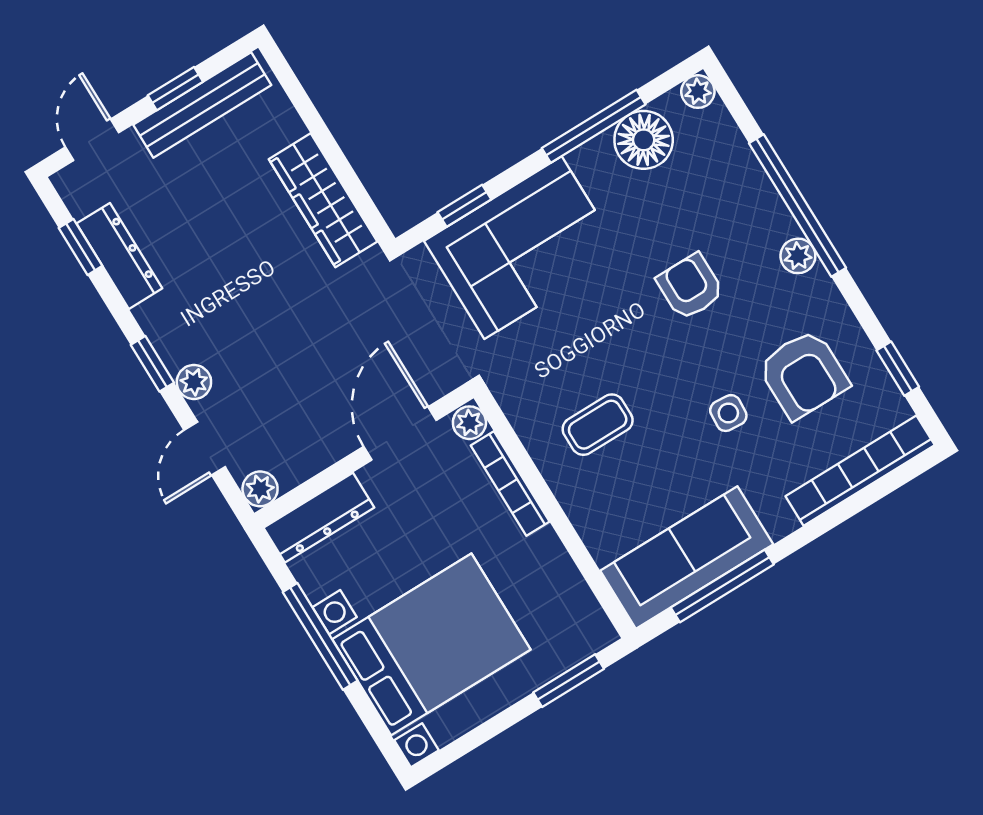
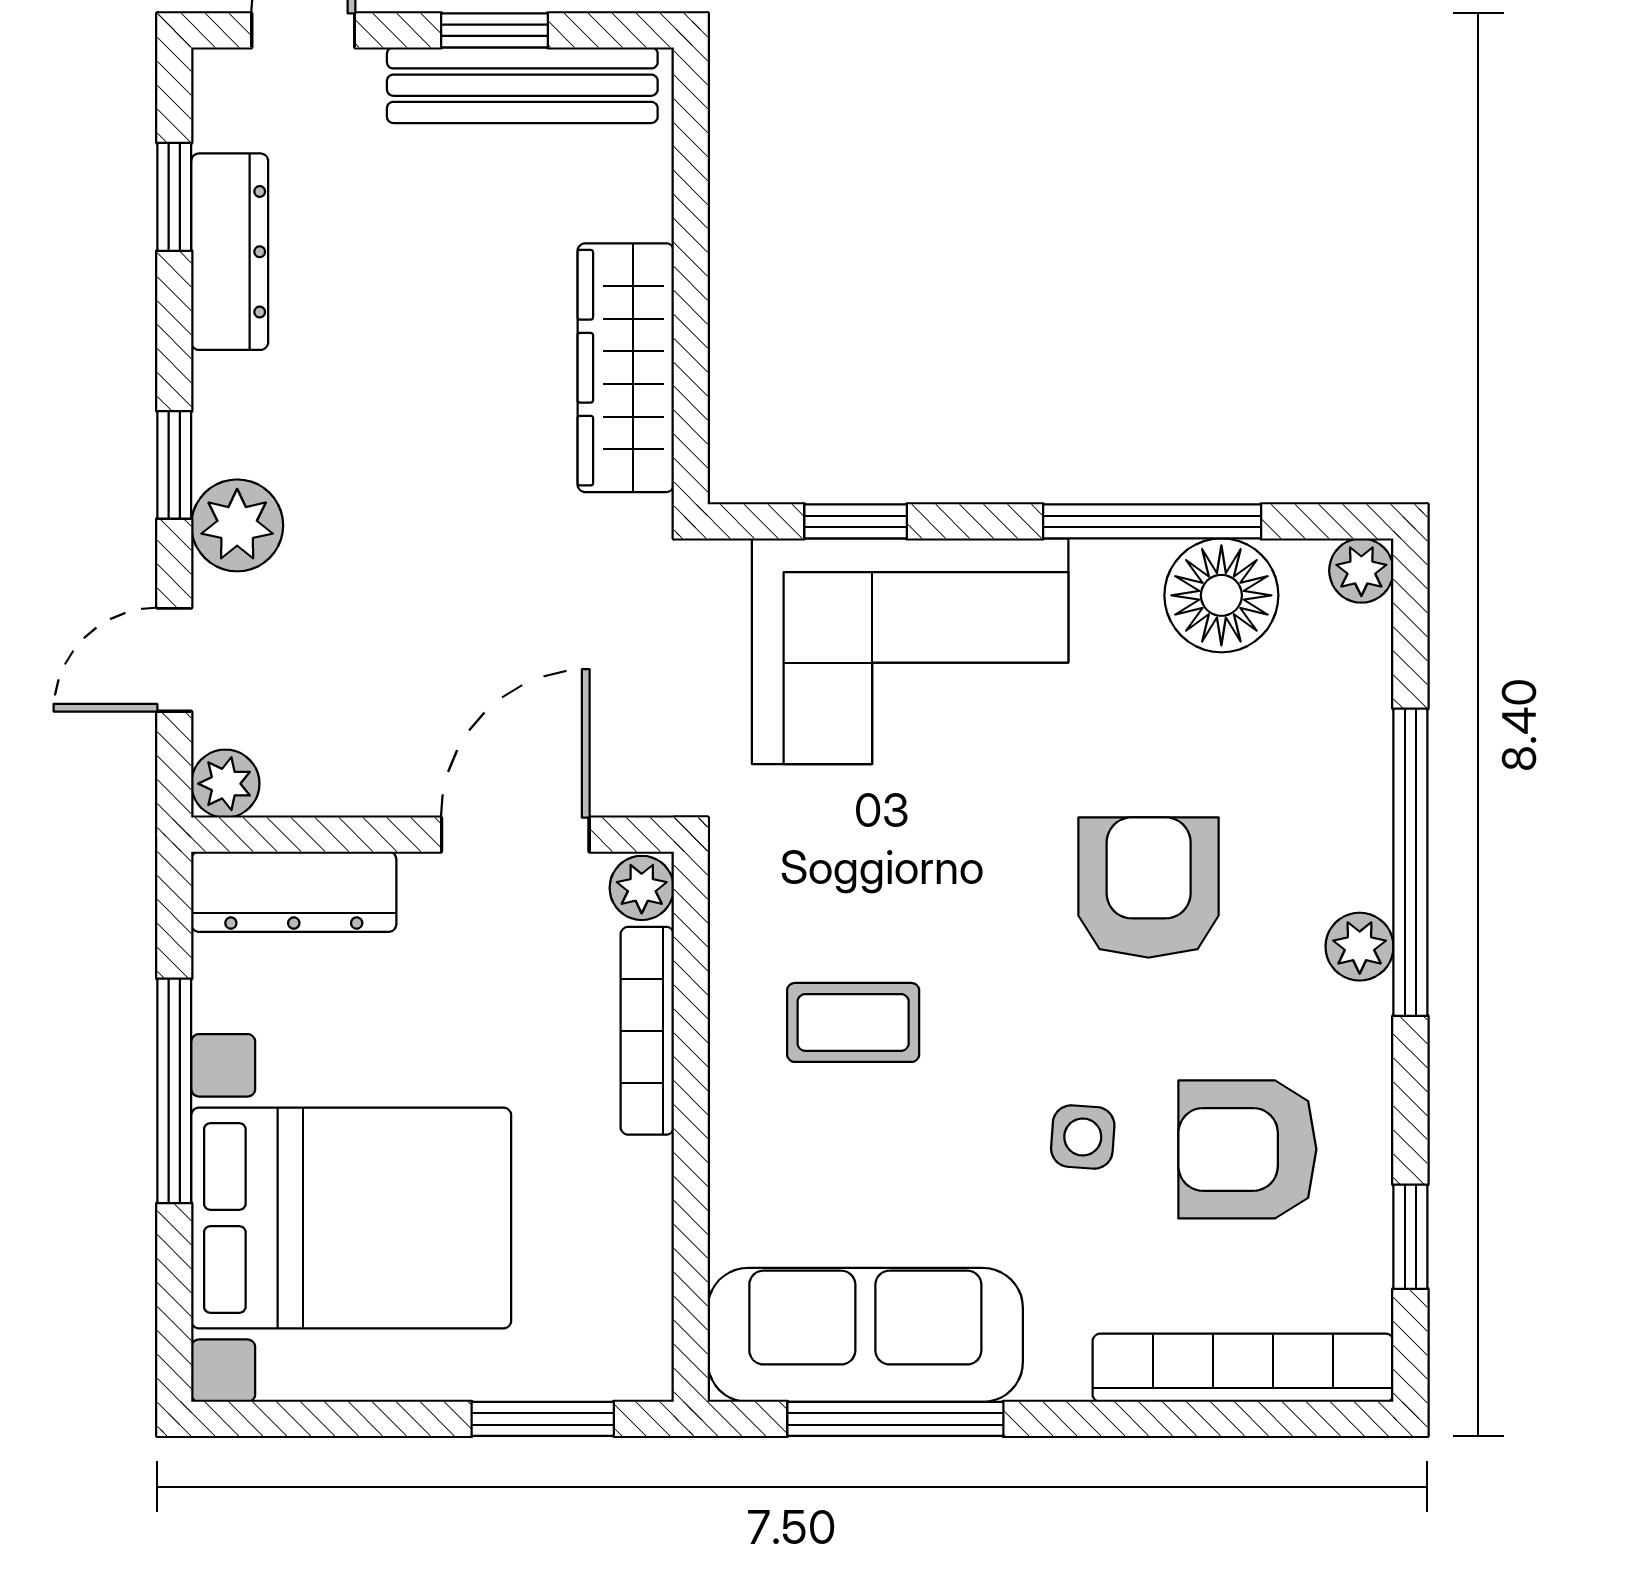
armchair: (690, 287) -> (1149, 888), width x1.38, depth x1.38
armchair: (803, 374) -> (1247, 1149), turned 90
plant: (194, 382) -> (237, 525), width x1.38, depth x1.38

